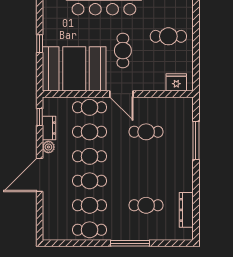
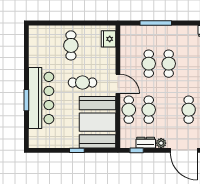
door: (121, 94) -> (118, 84), hinge flipped
cafe table: (90, 156) -> (169, 64), moved

